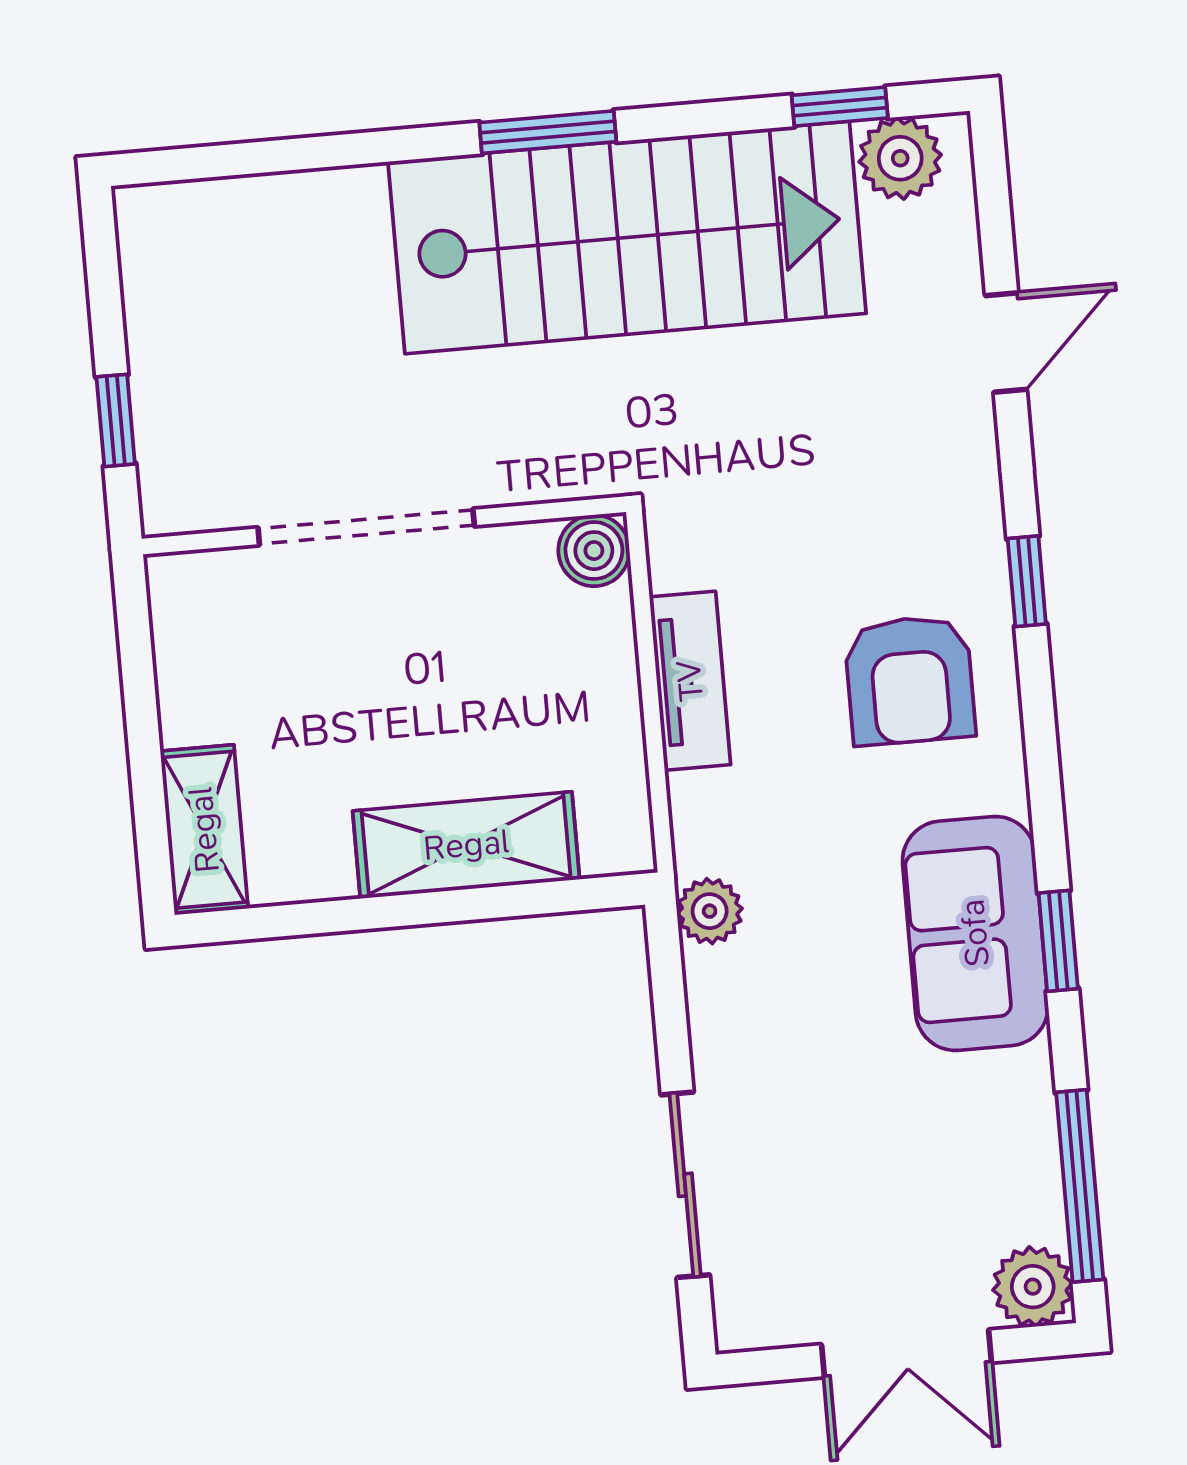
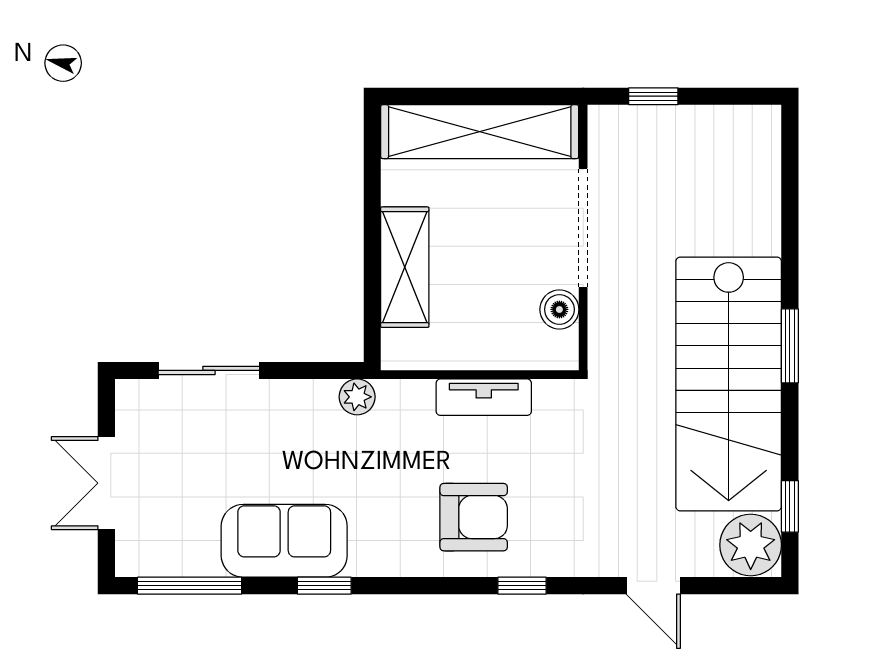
plant: (900, 158) -> (751, 545), width x1.36, depth x1.36
boiler: (594, 551) -> (559, 309), moved
armchair: (910, 680) -> (474, 517), turned 180
shelving: (204, 830) -> (480, 132), width x2.20, depth x1.33
sofa: (975, 933) -> (284, 541), moved
plant: (1033, 1287) -> (137, 555), removed

